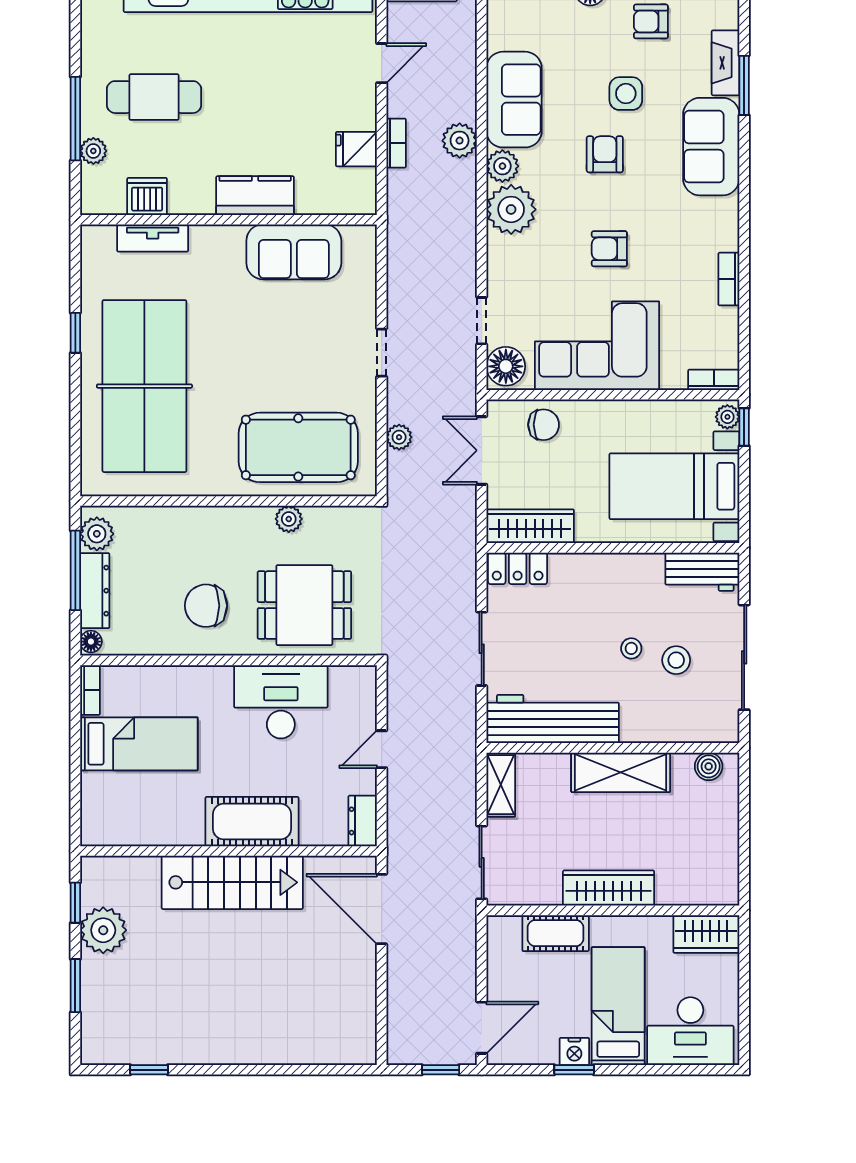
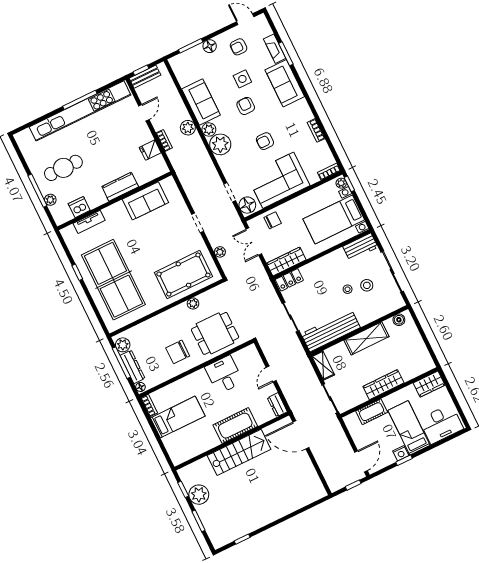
desk: (281, 702) -> (224, 375), width x0.73

